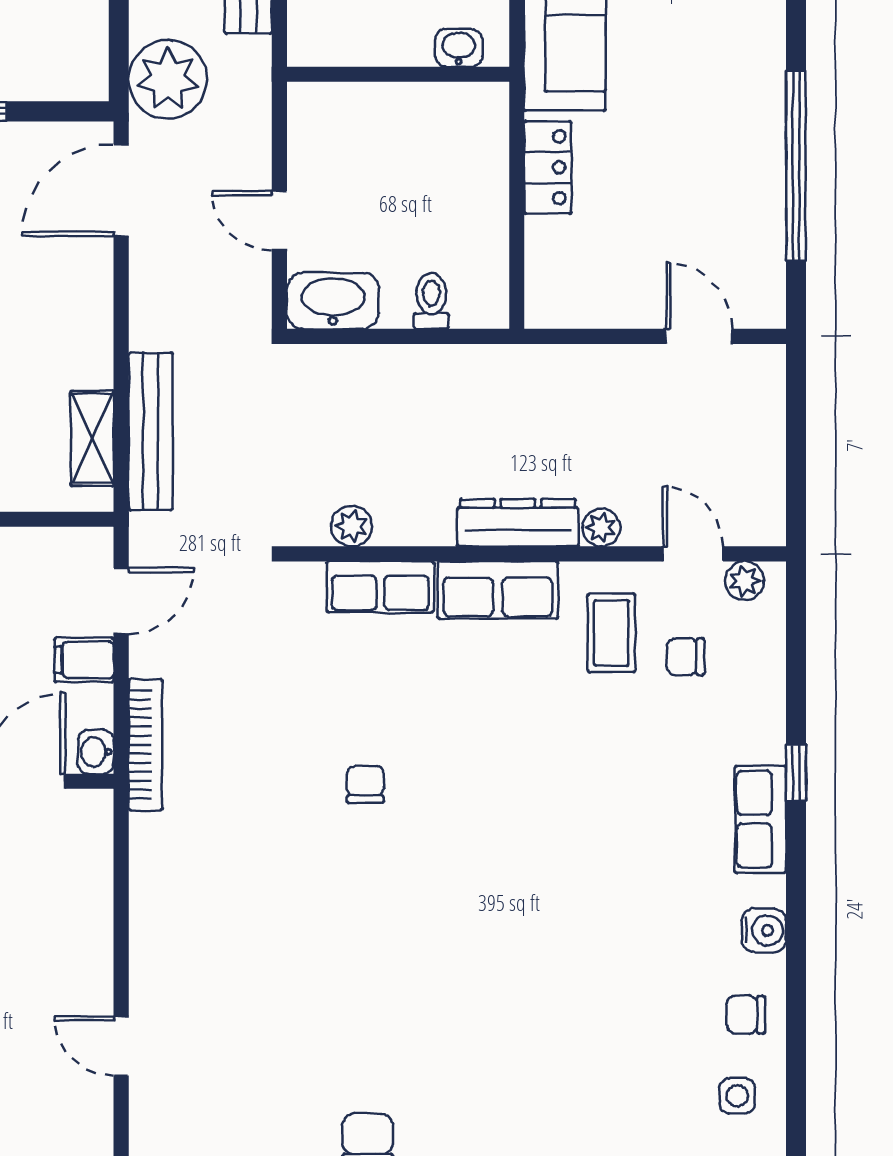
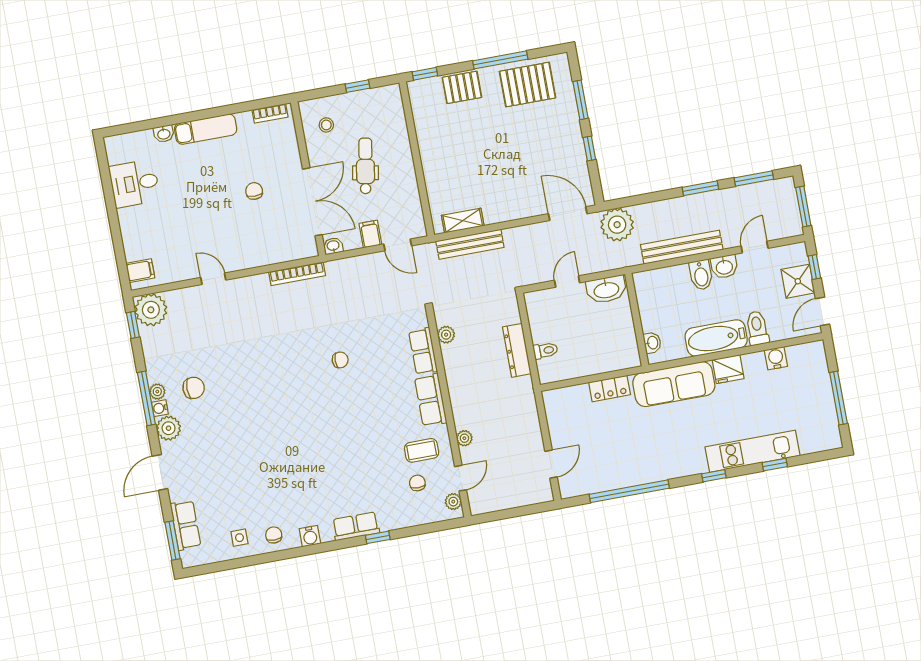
washbasin: (333, 301) -> (606, 290), moved, turned 90
dresser: (518, 523) -> (517, 350), moved, turned 180
bookcase: (145, 744) -> (297, 274), moved
door: (121, 1046) -> (213, 279), hinge flipped

